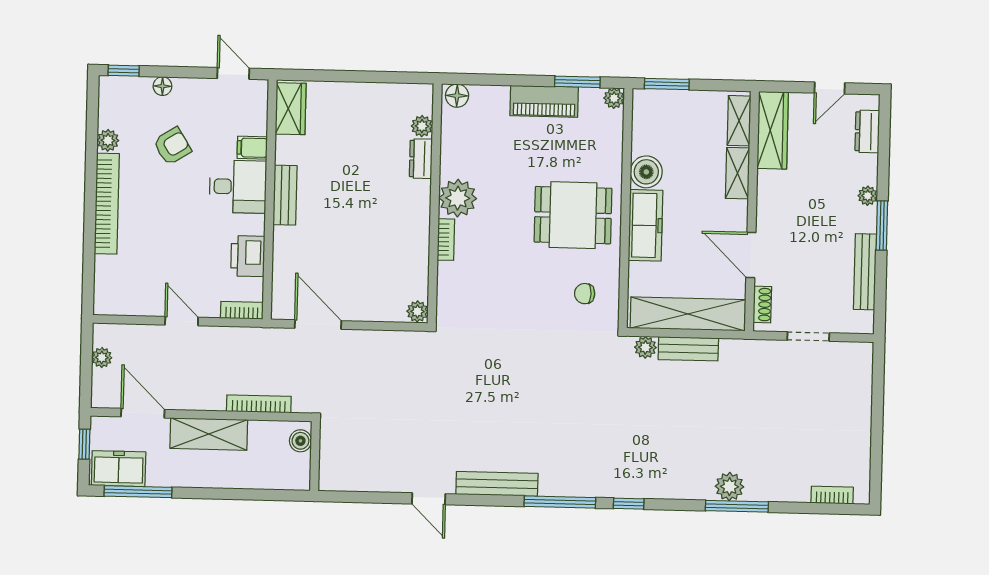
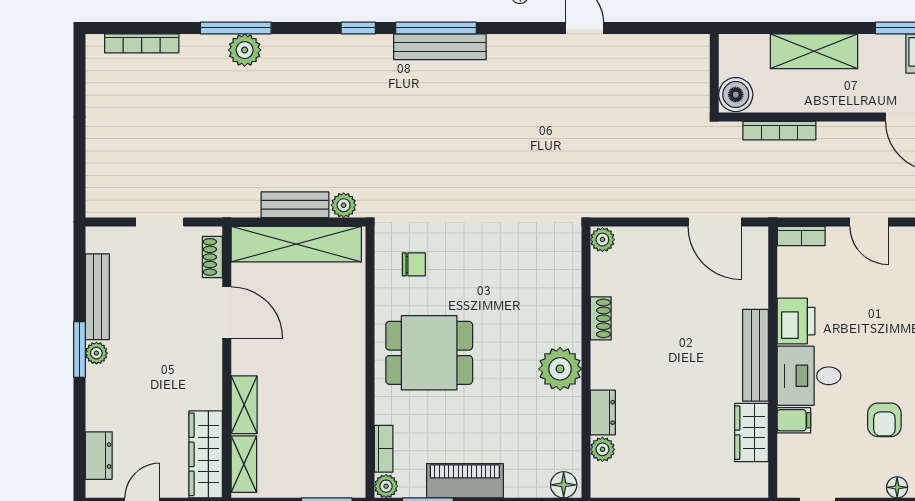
wardrobe: (291, 109) -> (751, 433), moved
armchair: (172, 146) -> (884, 420), turned -58
boiler: (646, 172) -> (347, 404), removed
bench: (285, 195) -> (755, 355), width x1.36
plant: (868, 196) -> (96, 353), moved
freezer: (645, 225) -> (347, 343), removed
bookcase: (446, 240) -> (384, 449), moved, turned 180
shoe rack: (421, 242) -> (601, 318), added
printer: (248, 256) -> (796, 321), moved
shelving: (209, 434) -> (814, 51), moved
boiler: (300, 441) -> (736, 95), width x1.36, depth x1.36
bench: (497, 484) -> (440, 47), moved
bookcase: (832, 495) -> (142, 43), width x1.56

